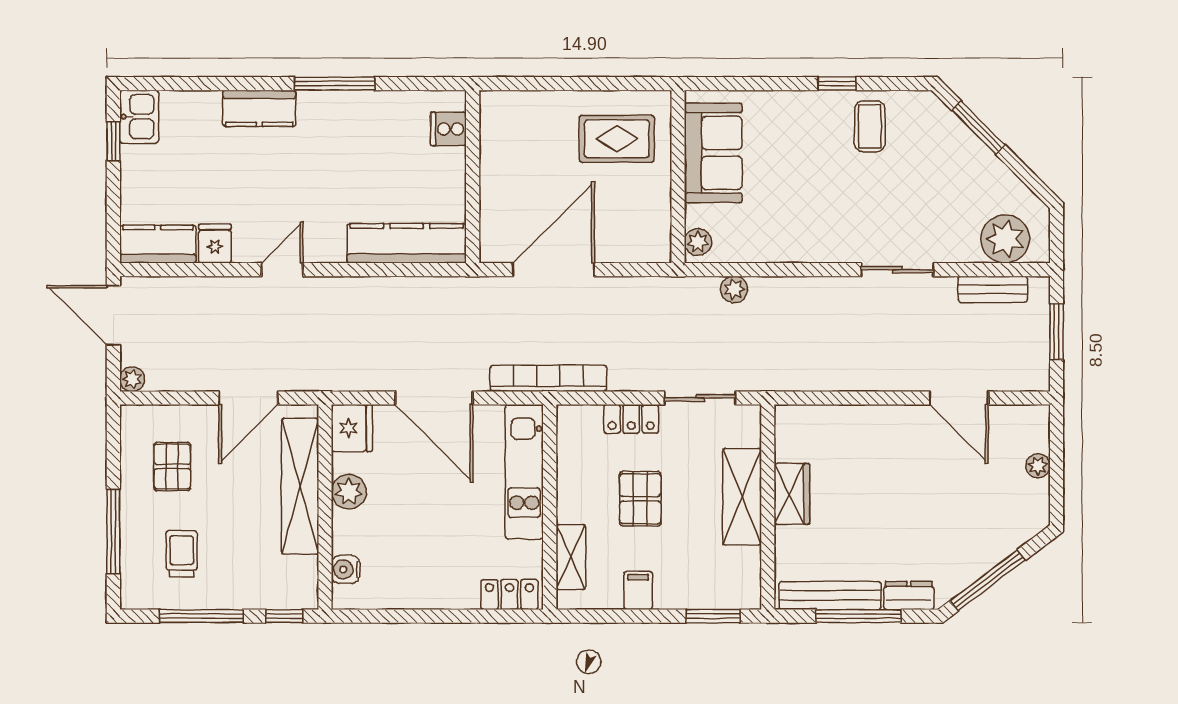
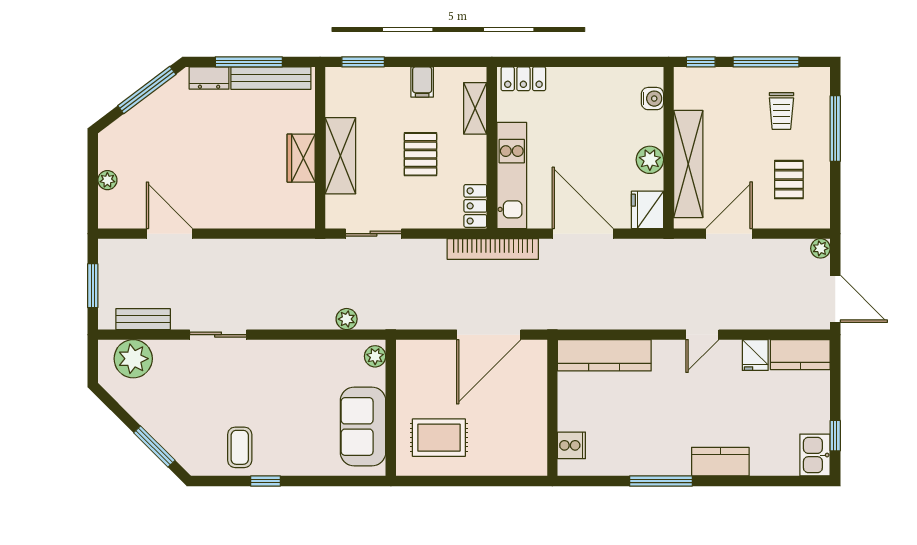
locker: (631, 419) -> (475, 206), moved, turned -90

